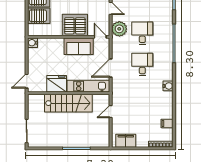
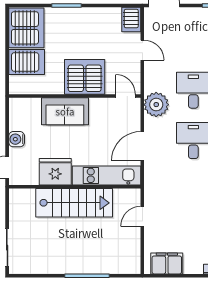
plant: (119, 29) -> (156, 105), moved
water cooler: (33, 43) -> (17, 139), moved
sofa: (79, 46) -> (65, 111), moved

